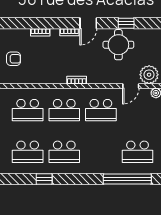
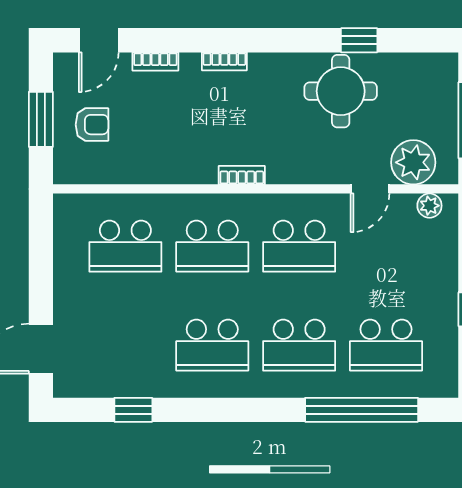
door: (88, 23) -> (99, 40), moved
school desk: (28, 152) -> (299, 345), moved
window: (44, 179) -> (133, 410), moved

